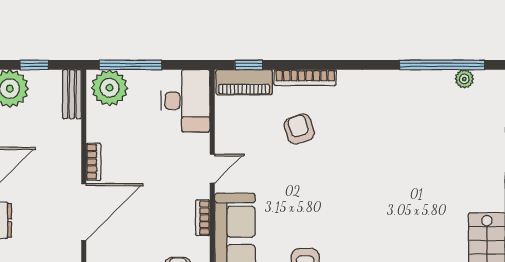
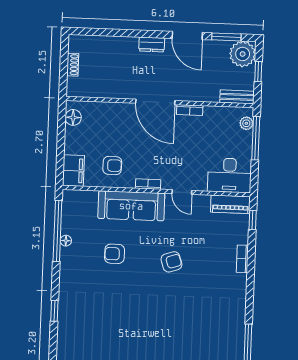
bookcase: (305, 78) -> (242, 259), width x0.64
piano: (244, 82) -> (230, 204), moved, turned -90
plant: (110, 88) -> (246, 123), width x0.53, depth x0.53
armchair: (299, 129) -> (171, 262), moved

